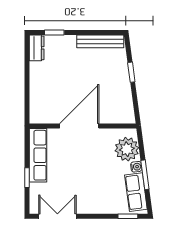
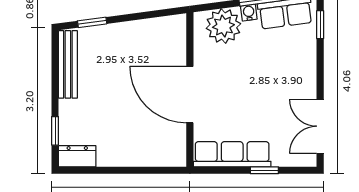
window: (131, 72) -> (92, 22), moved

